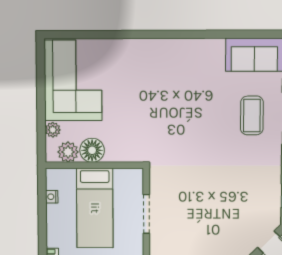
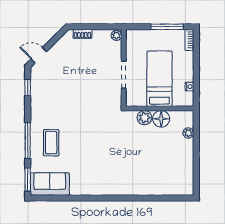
corner sofa: (73, 80) -> (174, 167), removed
plant: (68, 152) -> (144, 118), moved

